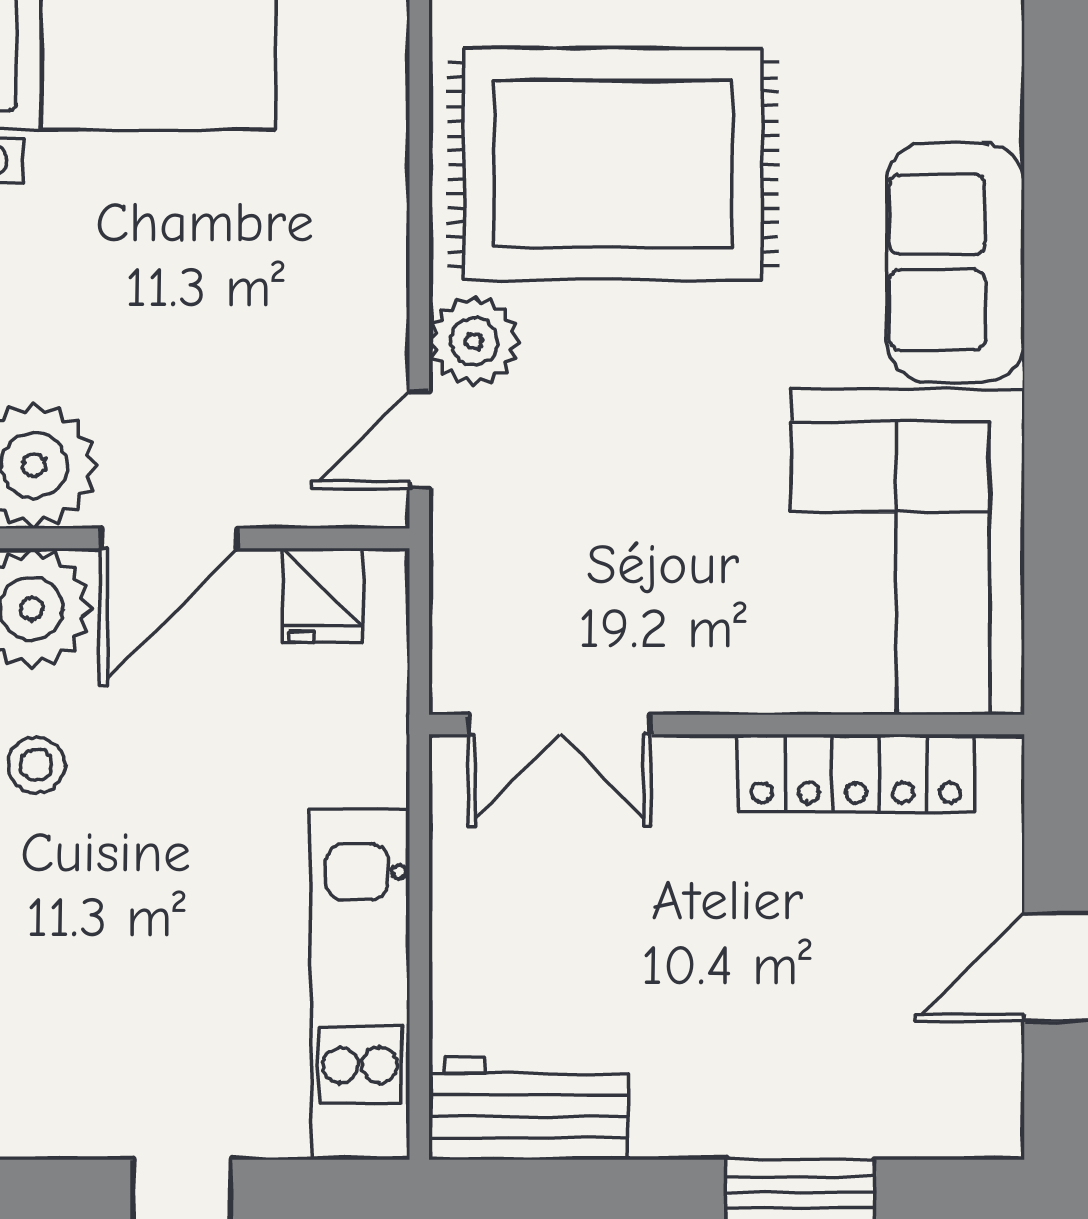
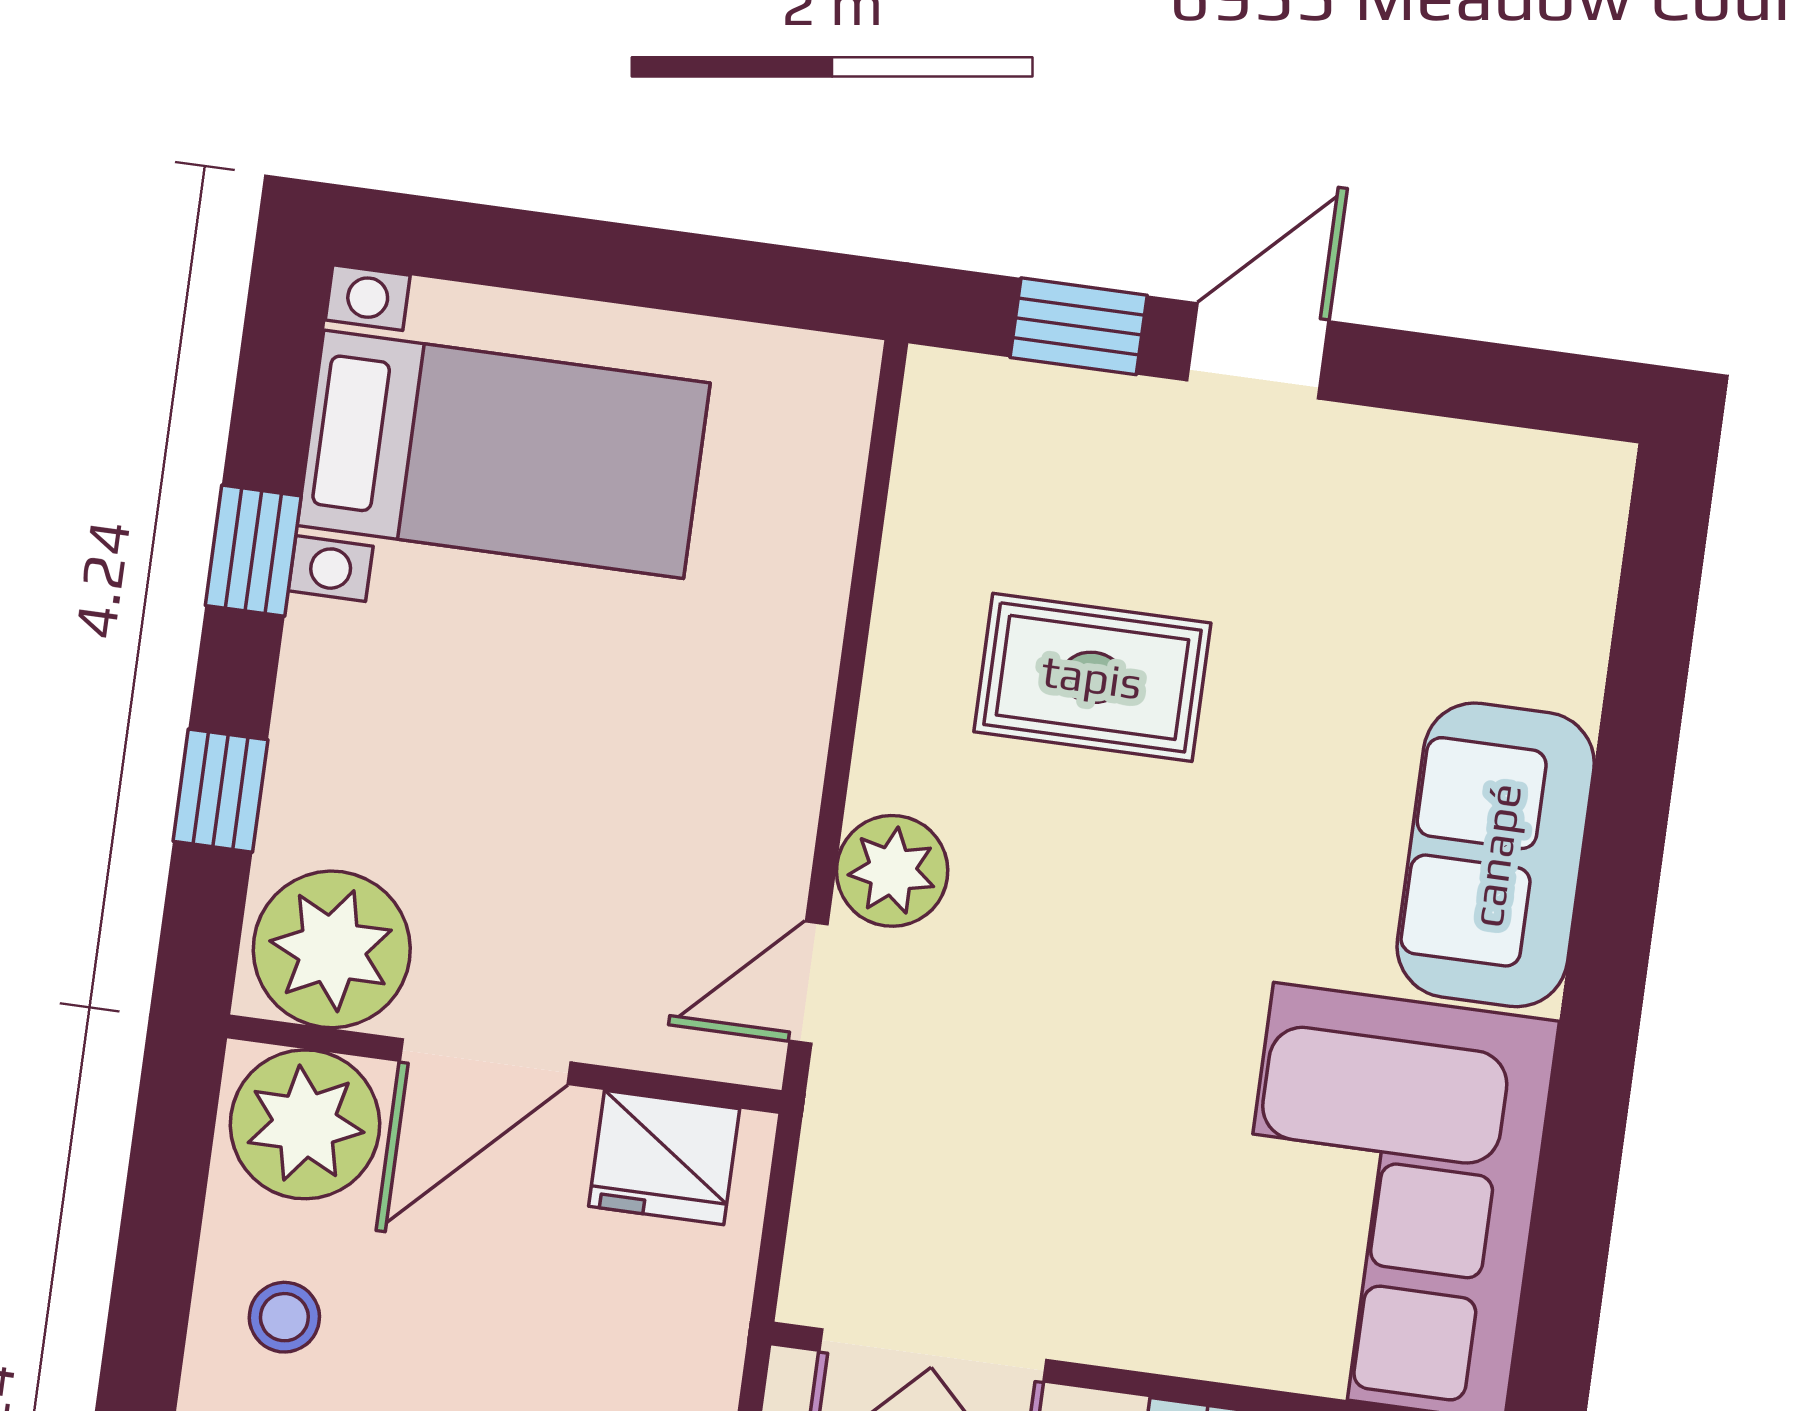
rug: (613, 164) -> (1092, 677), width x0.54, depth x0.49
fridge: (323, 596) -> (664, 1158), width x1.38

